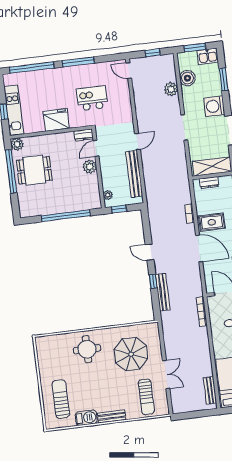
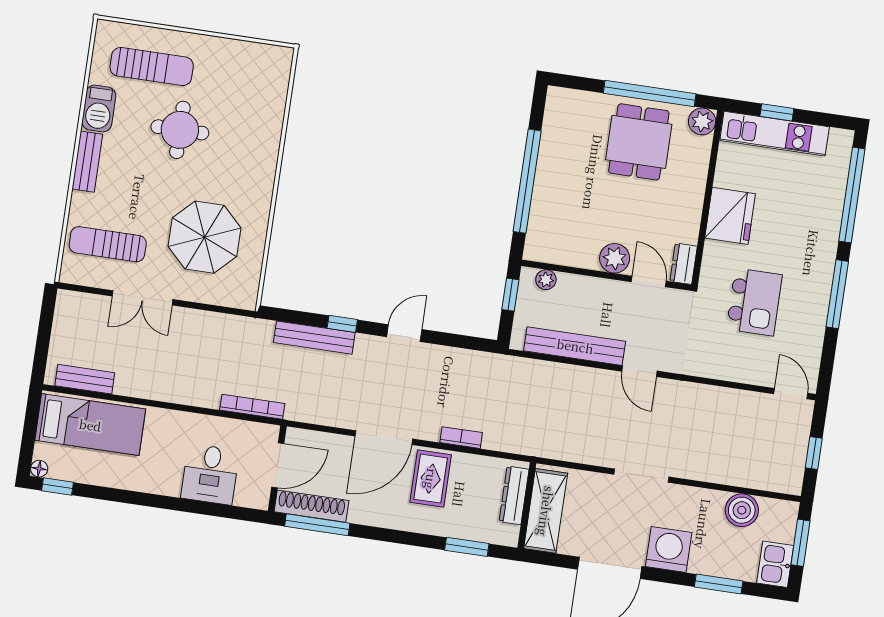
door: (129, 70) -> (791, 394), hinge flipped
plant: (171, 89) -> (728, 470), removed
dresser: (209, 183) -> (514, 495), width x1.44
round table: (87, 349) -> (180, 130), moved

